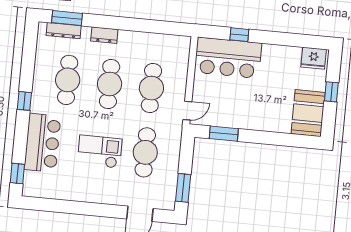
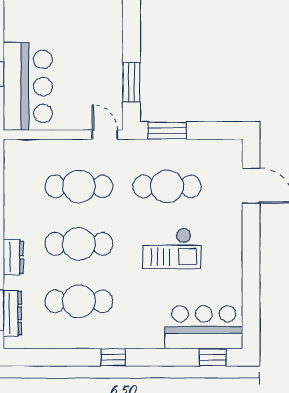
bar counter: (42, 143) -> (204, 327), moved
checkout: (100, 152) -> (172, 248), turned -90
window: (183, 188) -> (167, 130), moved

